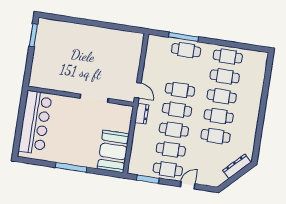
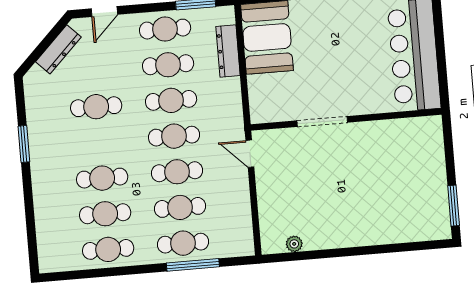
plant: (125, 35) -> (294, 244), added
dresser: (142, 114) -> (228, 51), moved, width x1.44
cafe table: (219, 116) -> (180, 207), moved
window: (260, 125) -> (24, 144), added
dresser: (237, 166) -> (58, 49), moved
door: (188, 185) -> (104, 12), moved

